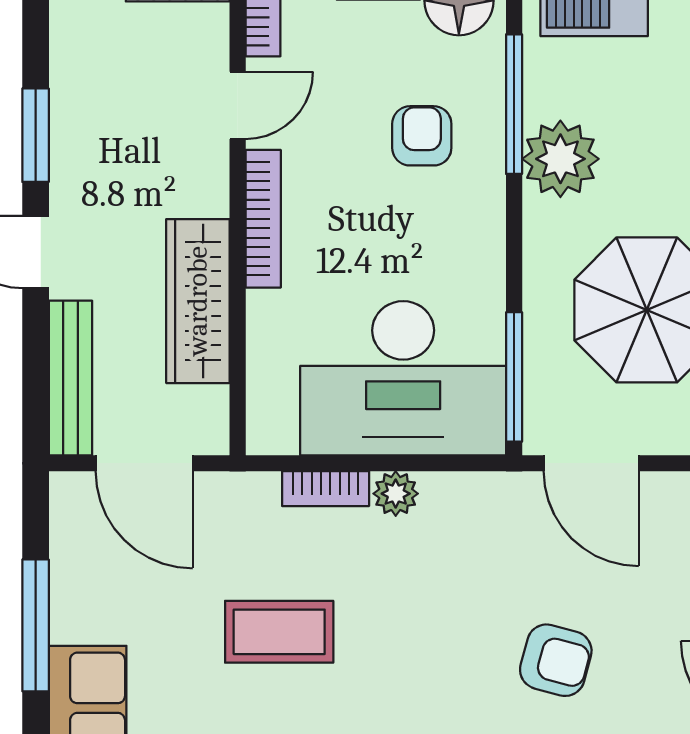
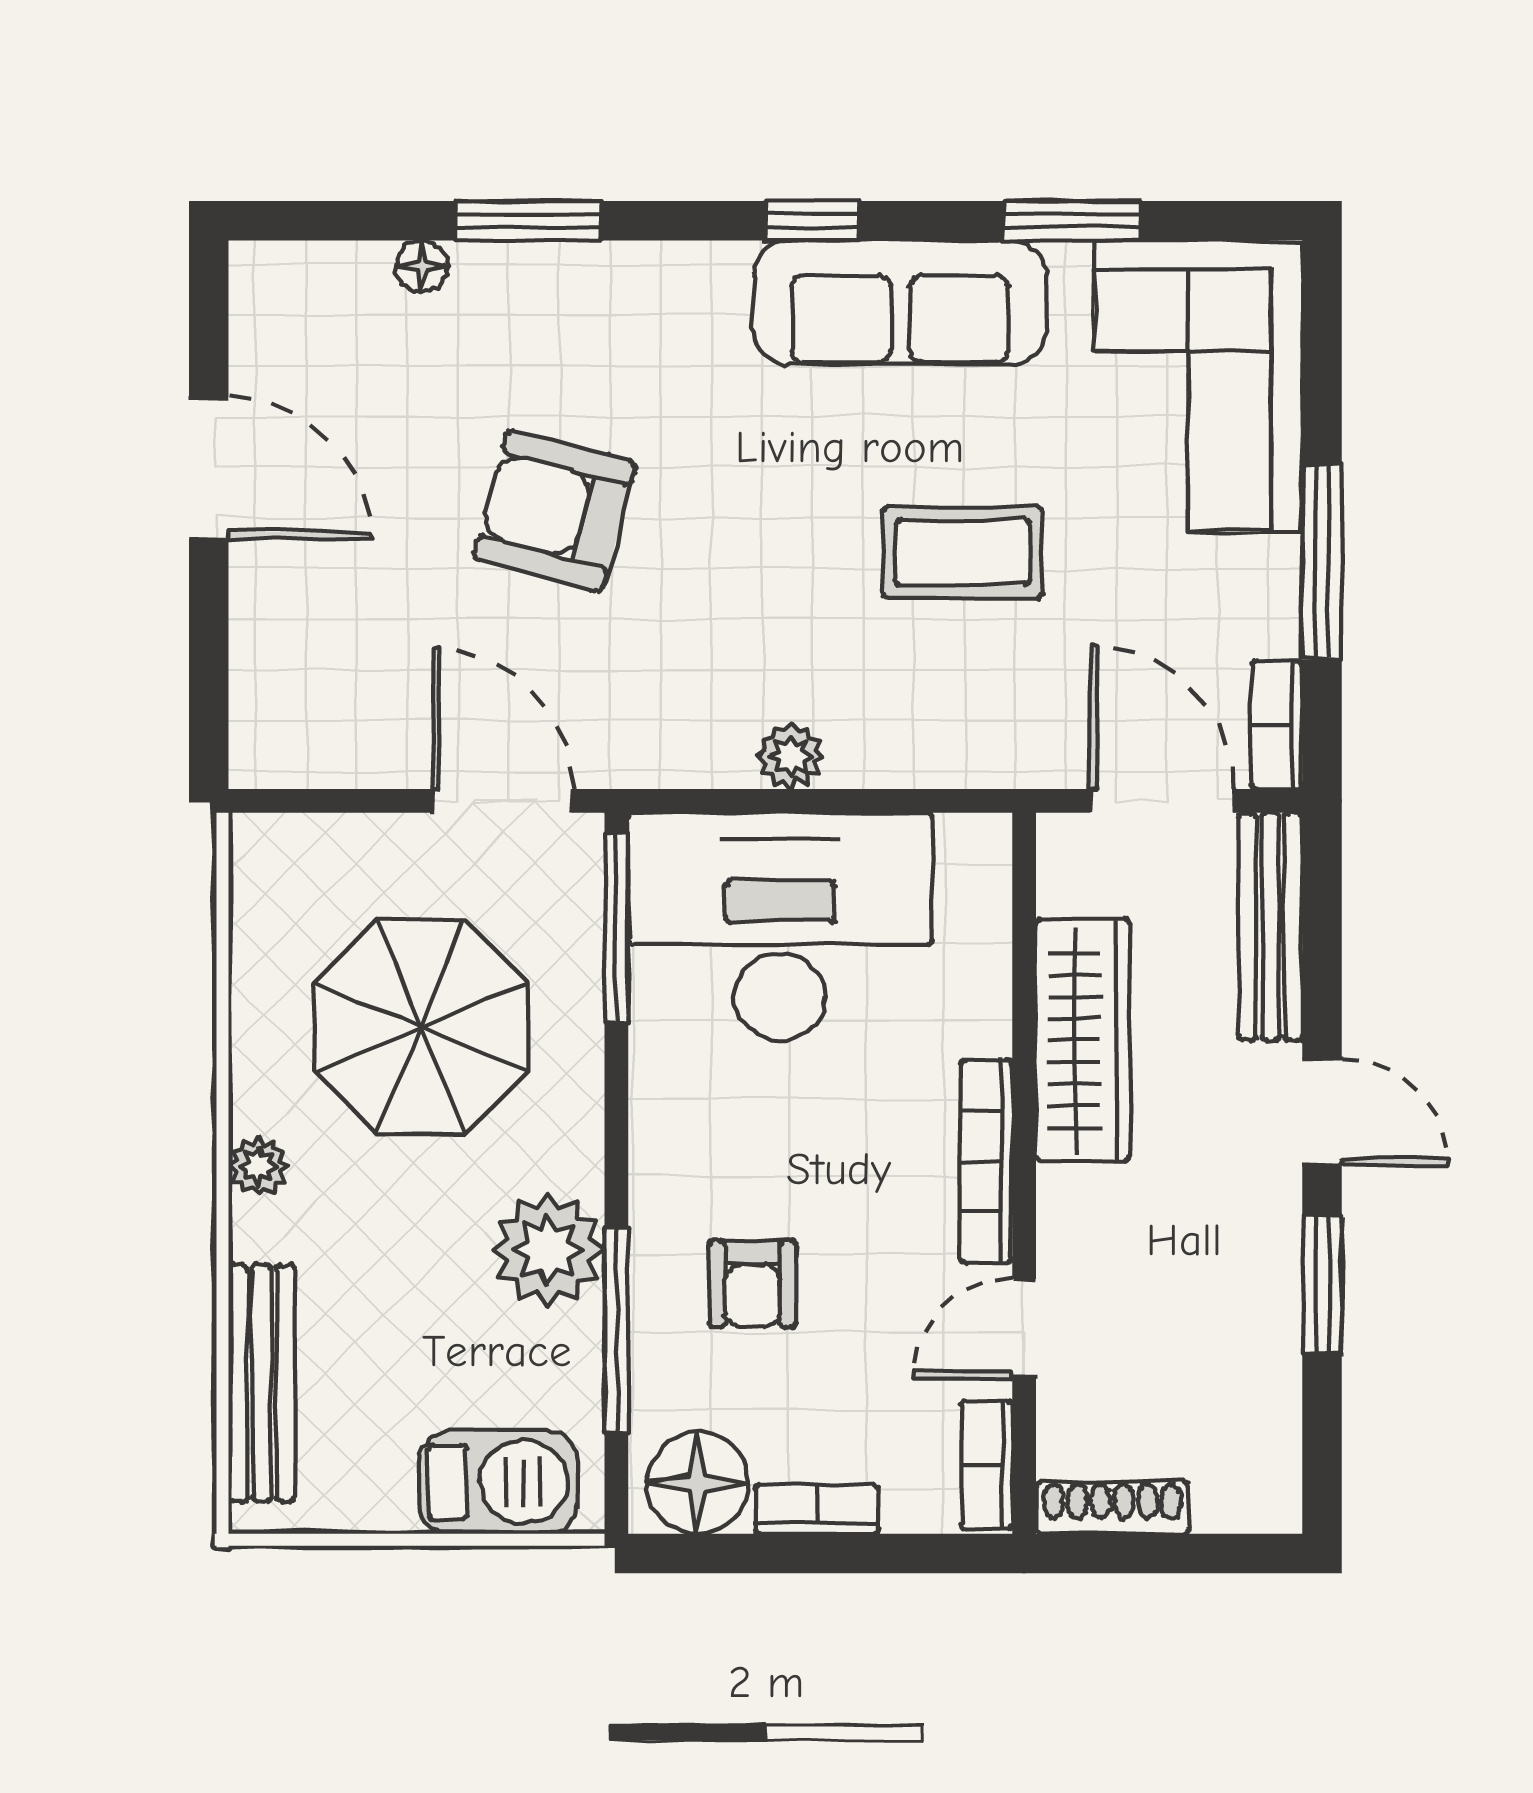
bookcase: (326, 489) -> (1277, 725), moved, turned -90
armchair: (556, 660) -> (555, 510), width x1.38, depth x1.38

